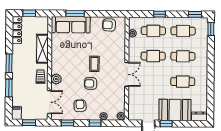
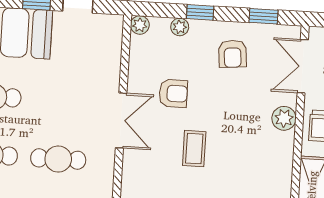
double door: (127, 74) -> (121, 120), swing flipped
armchair: (91, 83) -> (173, 93), moved

